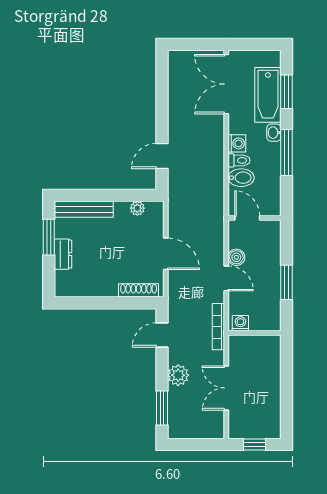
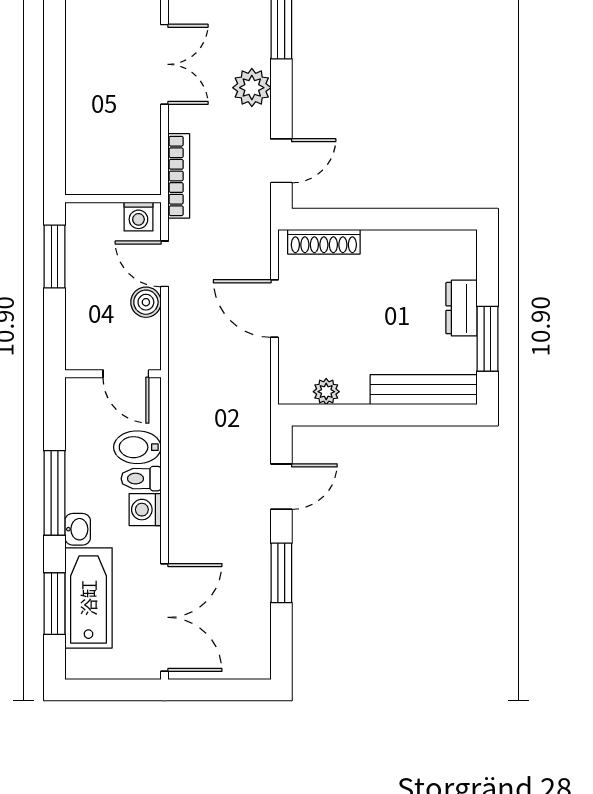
window: (162, 109) -> (281, 573), added
washing machine: (240, 323) -> (138, 216), moved
wall: (254, 333) -> (113, 199), moved

